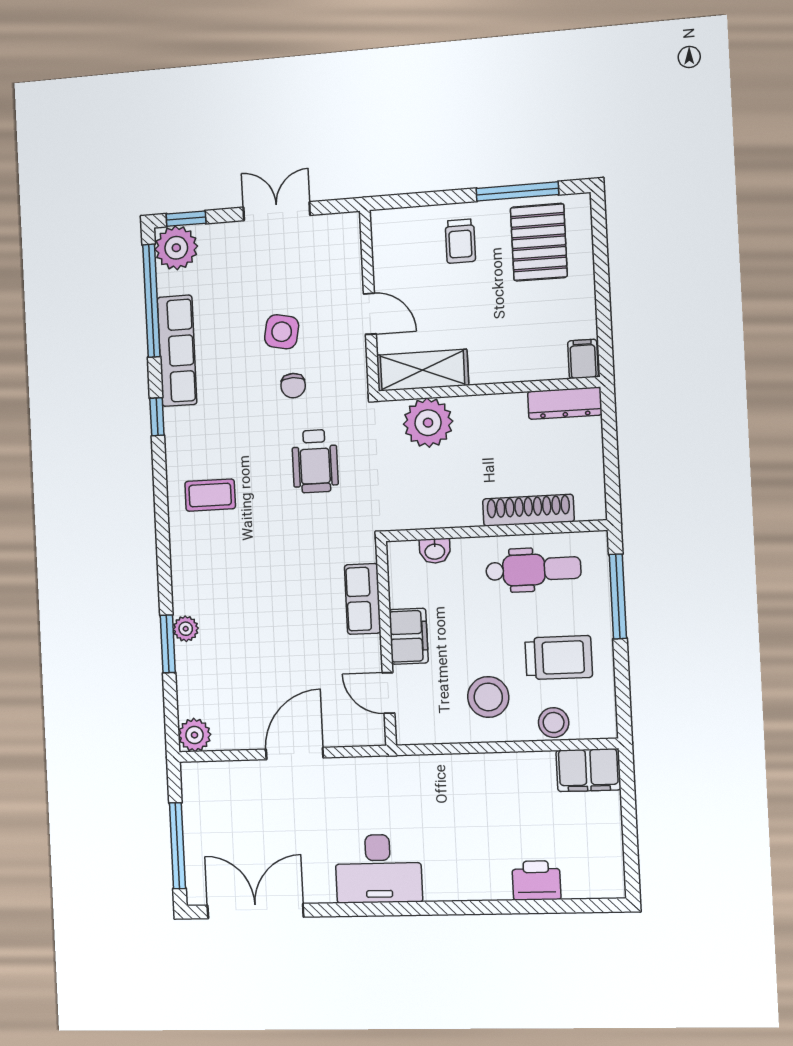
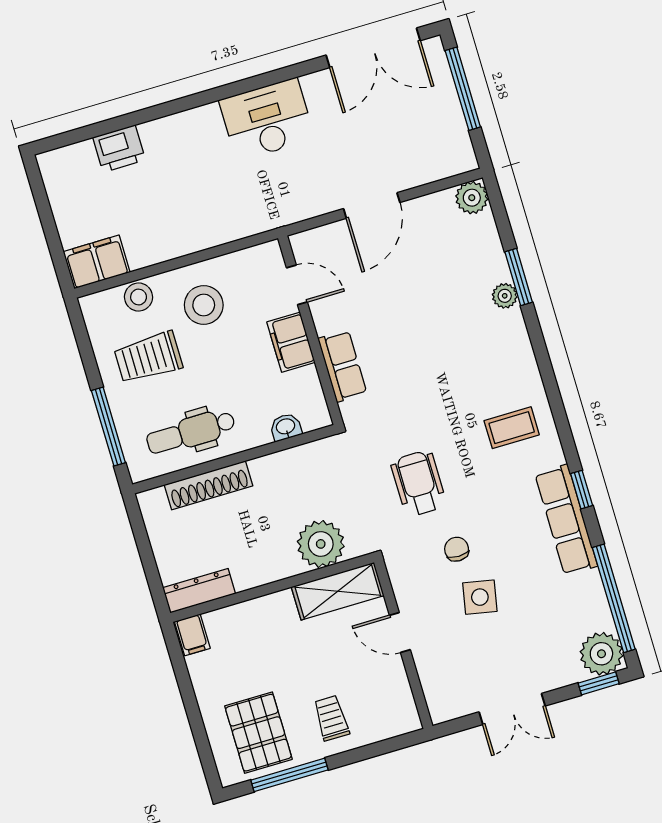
row of seats: (177, 351) -> (566, 520), moved

